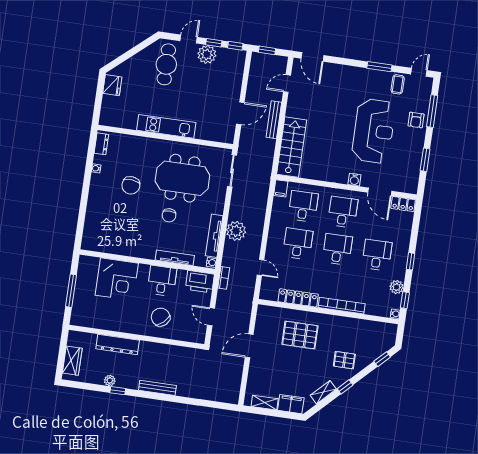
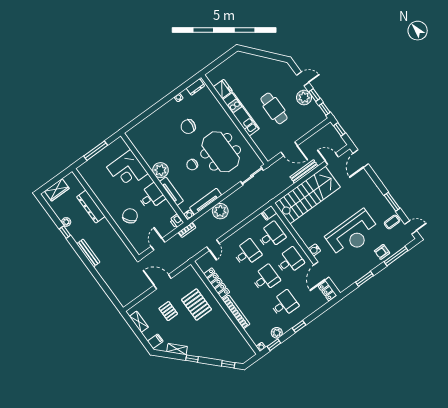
cafe table: (166, 64) -> (274, 108), moved, turned 90
fridge: (112, 85) -> (223, 89), moved, turned -90
stairs: (292, 147) -> (308, 195), width x1.36, depth x1.51
plant: (146, 249) -> (160, 170), added
printer: (200, 282) -> (177, 221), width x0.53, depth x0.68
pallet: (344, 360) -> (168, 311), moved
filing cabinet: (291, 404) -> (155, 341), width x0.50

